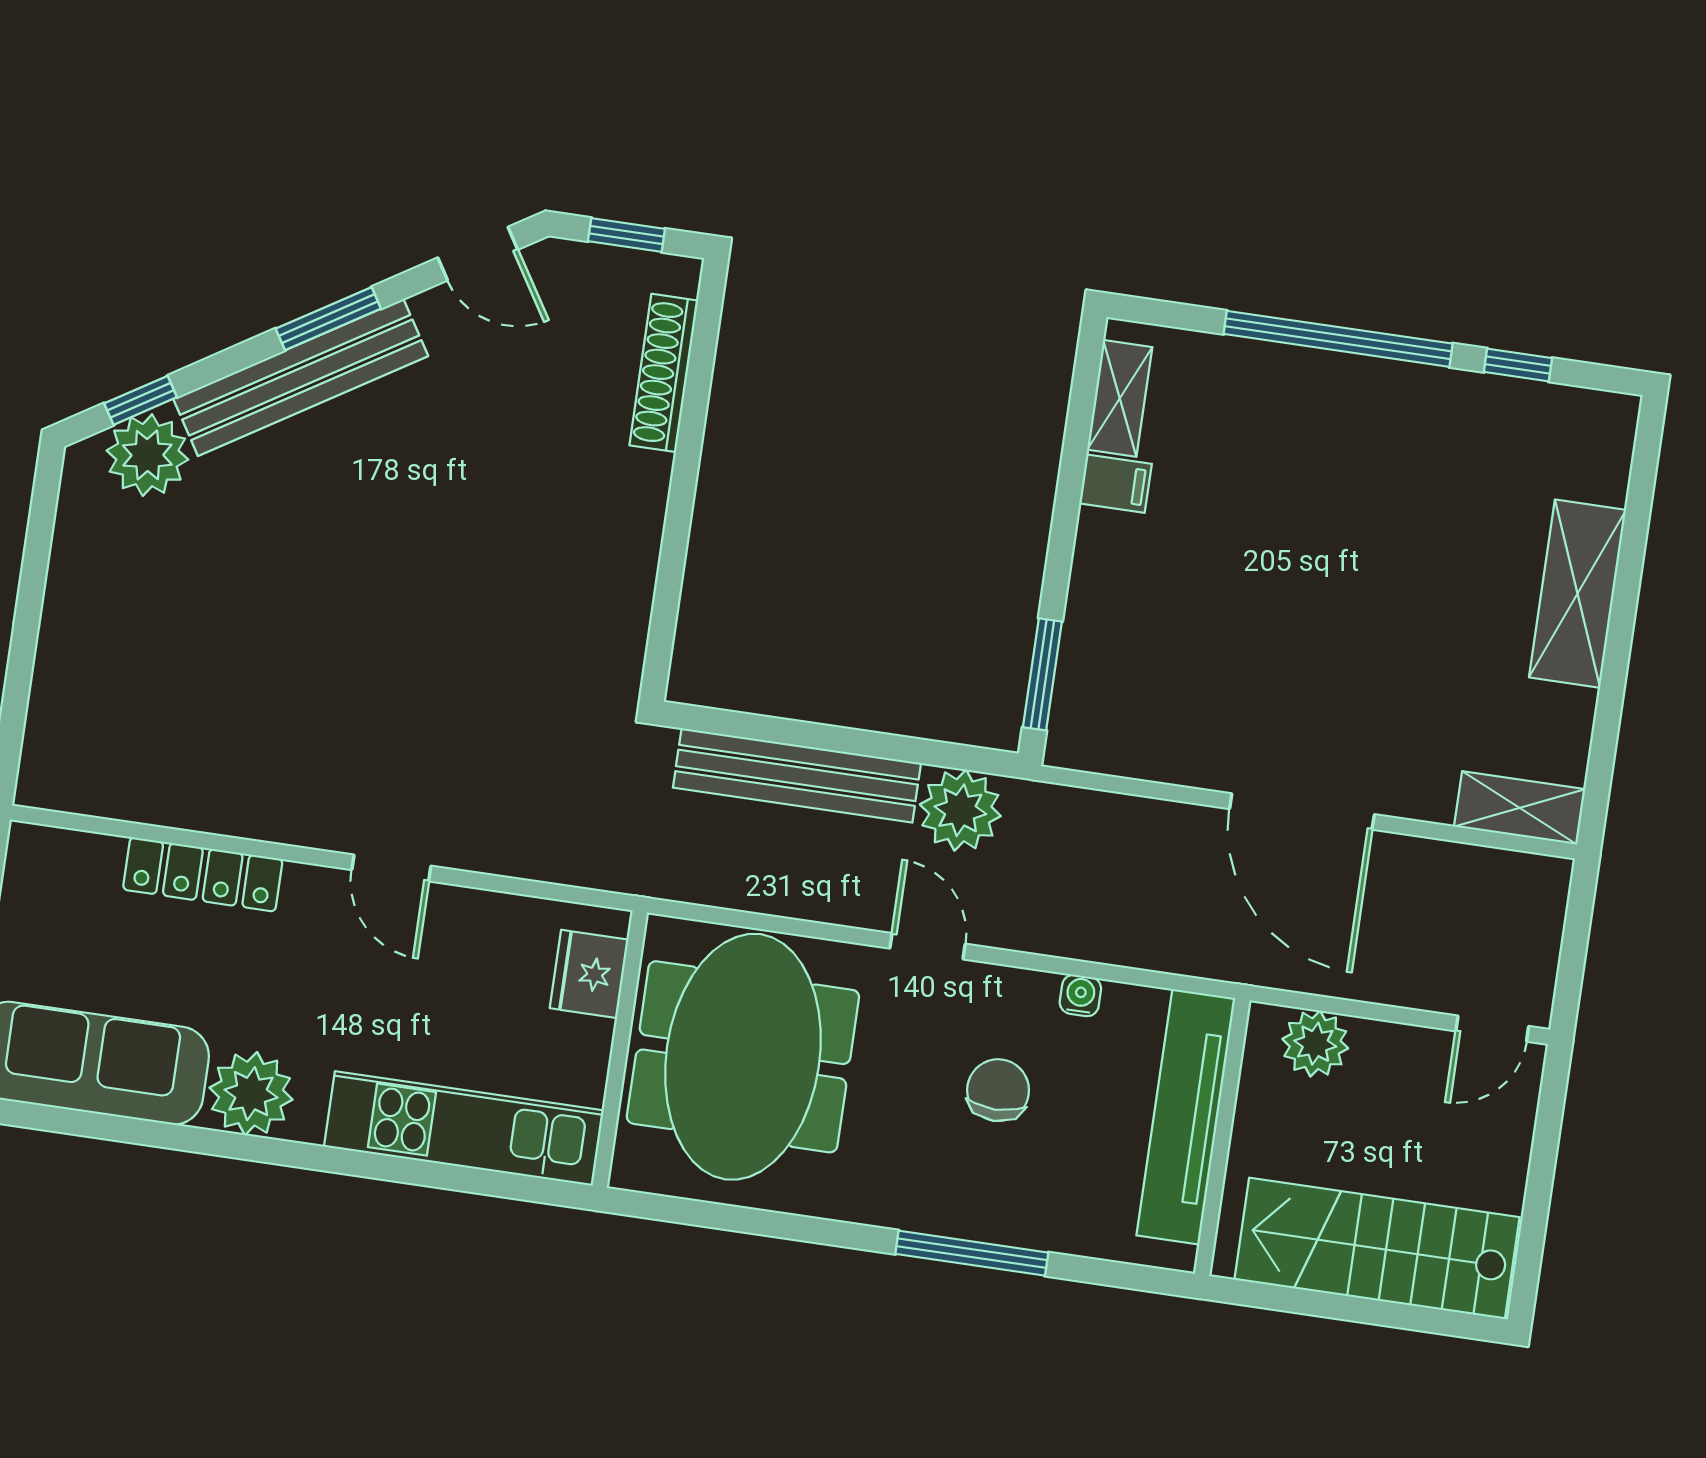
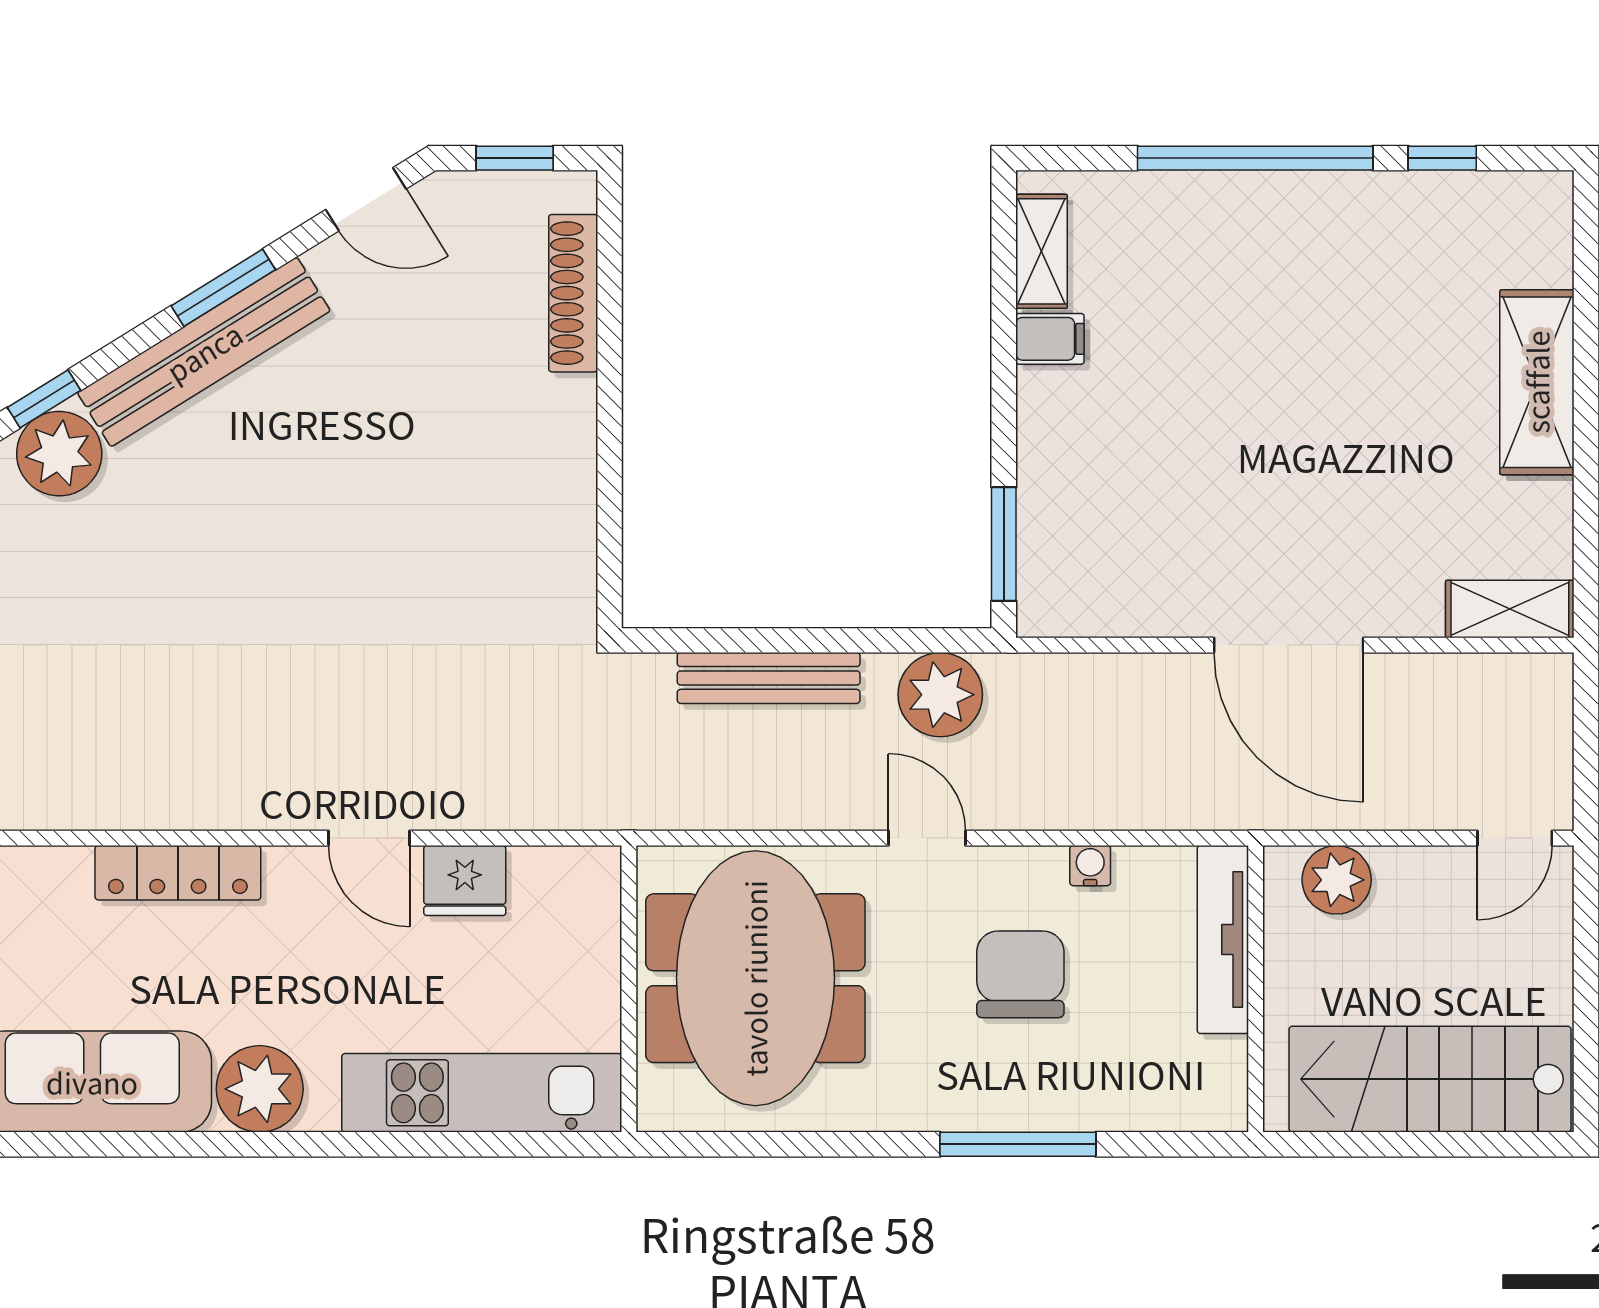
bench: (797, 775) -> (769, 678), width x0.73, depth x0.82
fridge: (589, 974) -> (465, 881), moved, turned -90
chair: (998, 1090) -> (1020, 974), width x1.37, depth x1.37
tv unit: (1186, 1117) -> (1223, 940), width x0.73, depth x0.78

